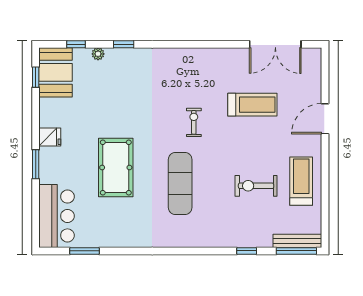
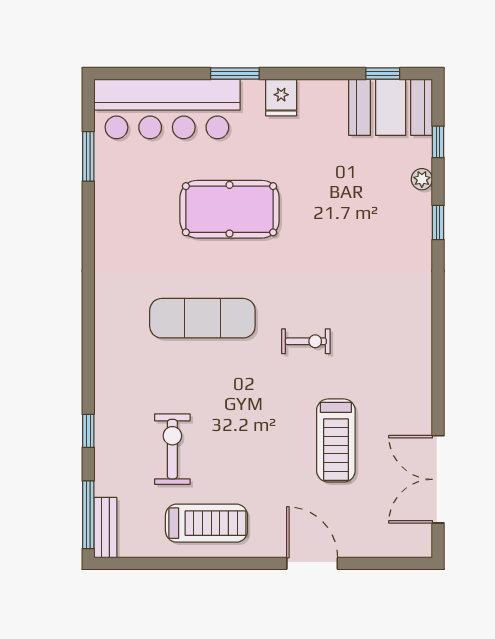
exercise bike: (256, 186) -> (172, 449), moved
bar counter: (57, 216) -> (167, 109), width x1.36
bench: (297, 241) -> (105, 528), width x0.73

